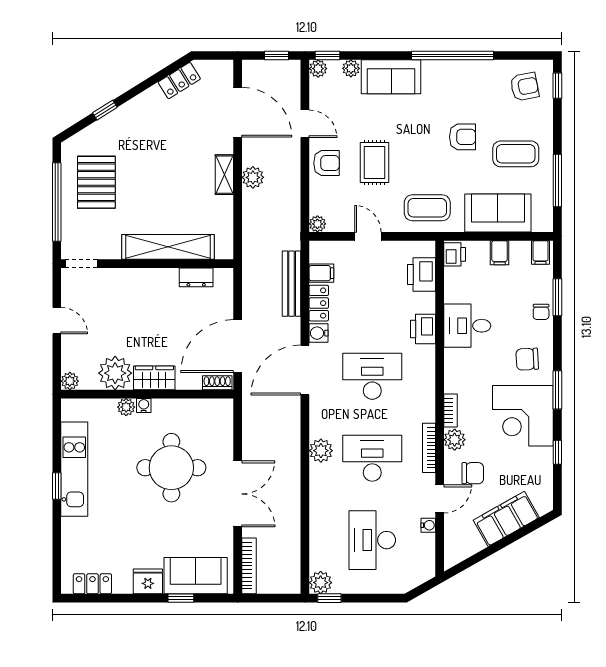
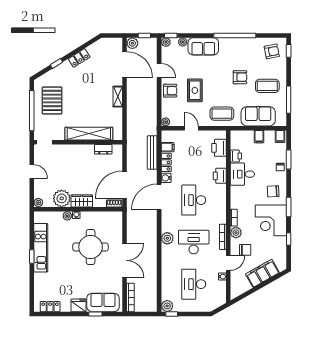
locker: (179, 81) -> (79, 58), moved
plant: (253, 177) -> (132, 43), moved
printer: (455, 254) -> (236, 156), moved
desk: (372, 376) -> (194, 200), turned -90

